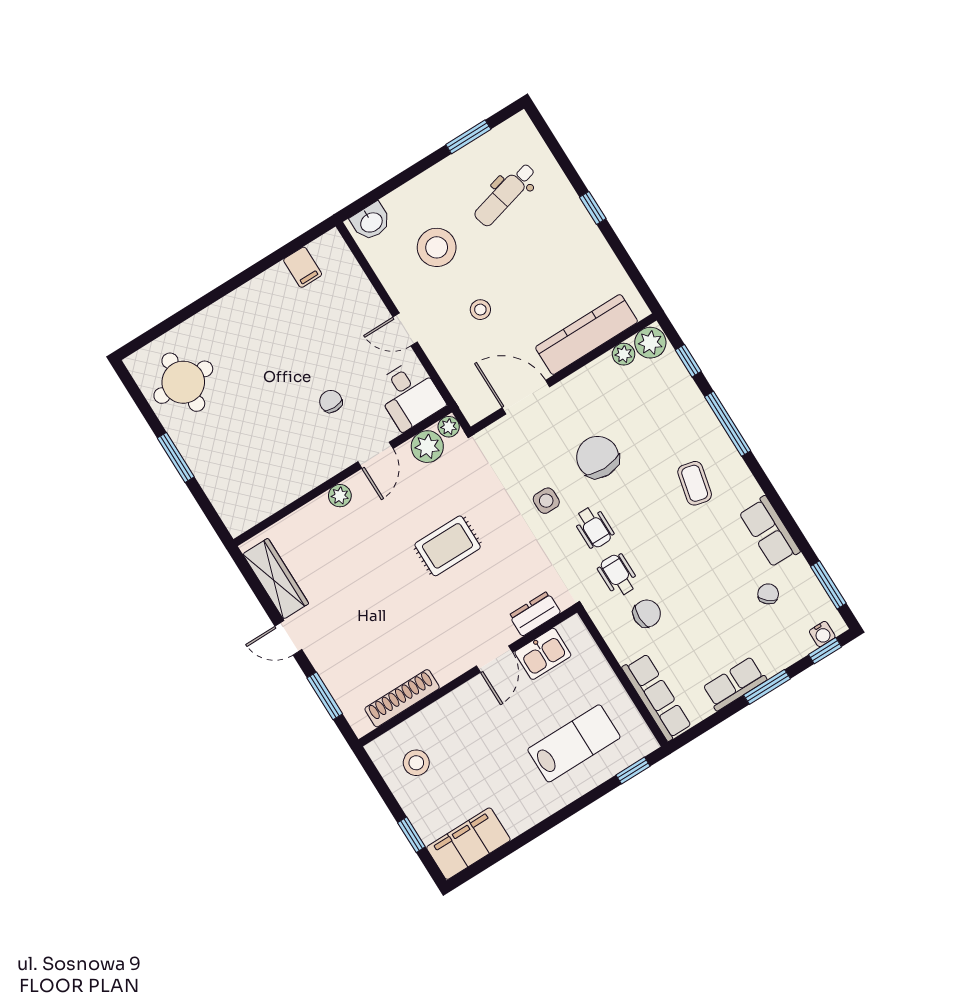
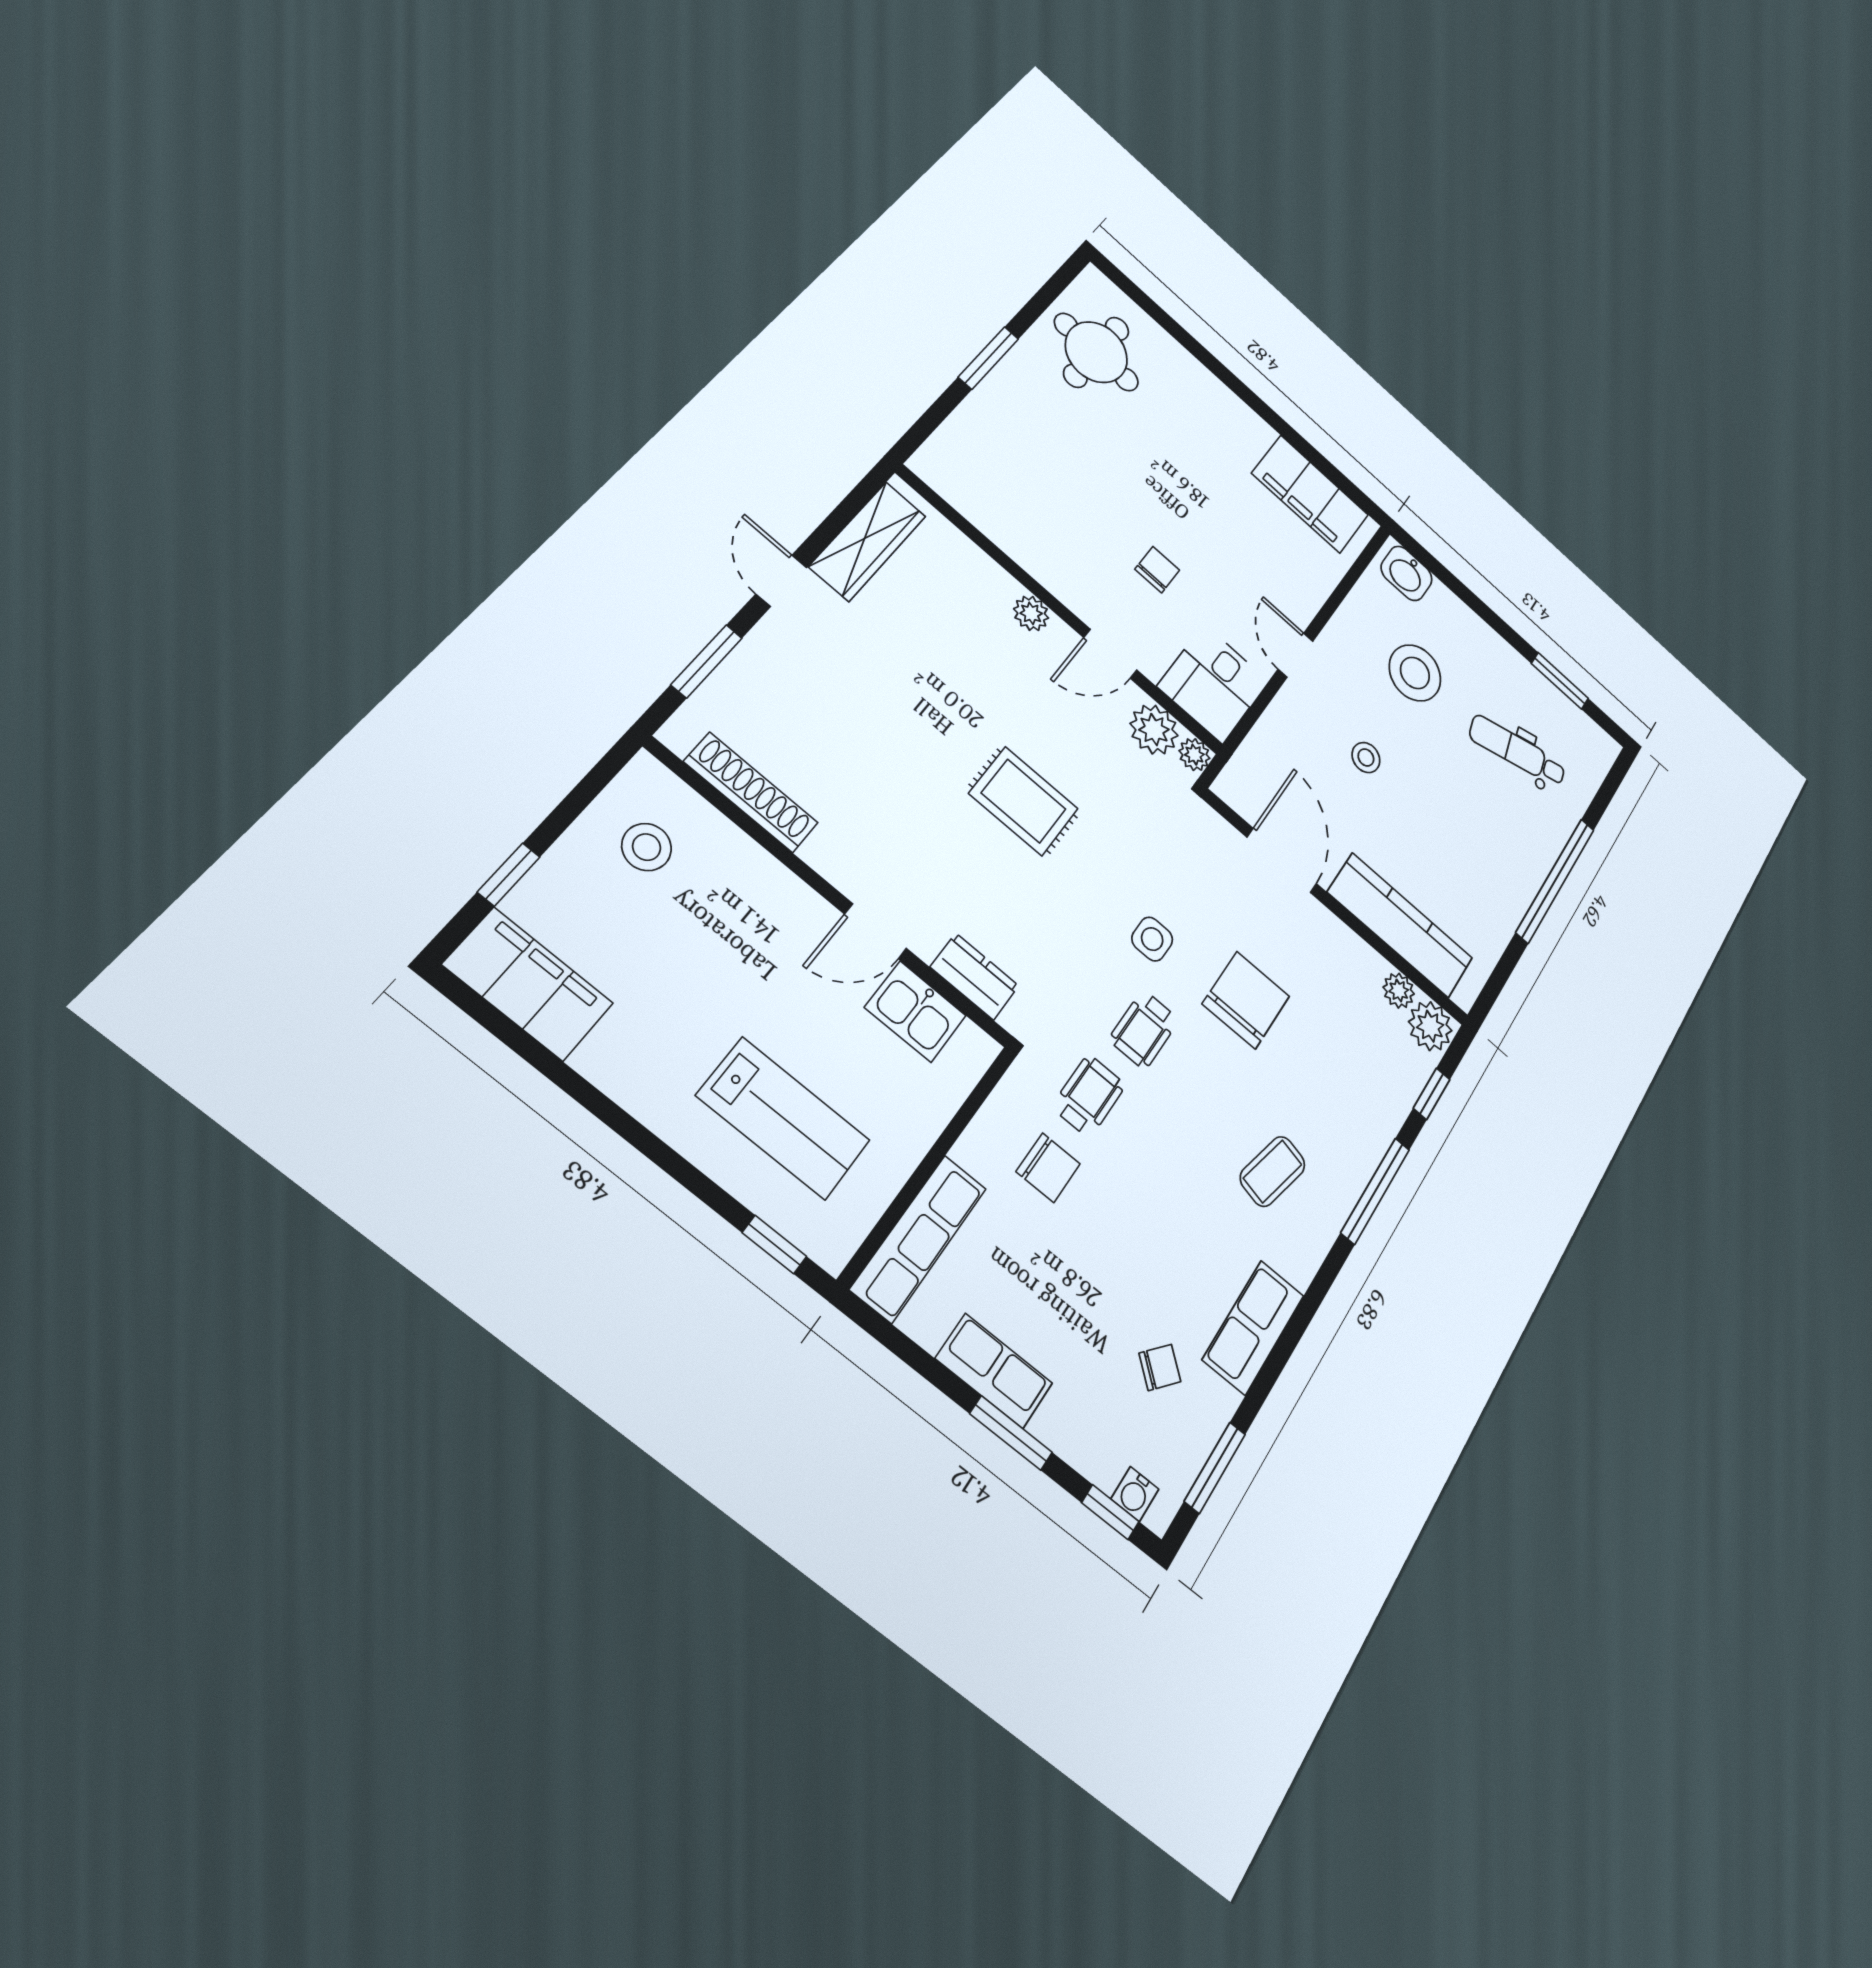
window: (593, 208) -> (1555, 881), width x3.17
filing cabinet: (303, 267) -> (1310, 494), width x3.00, depth x1.17

